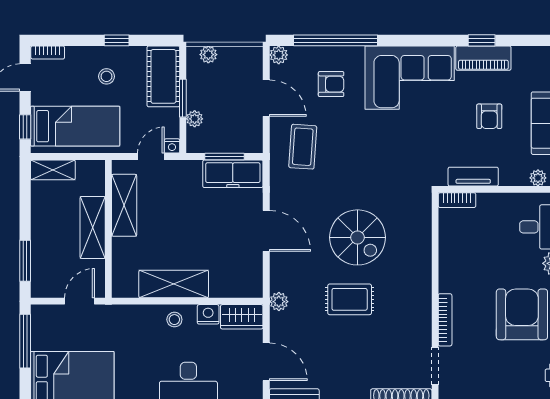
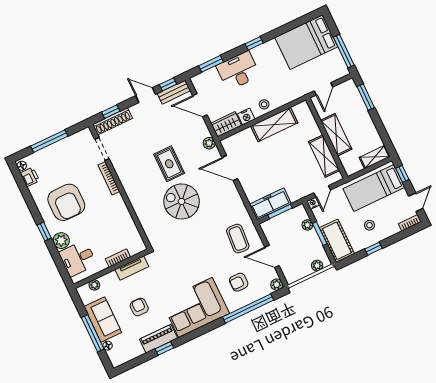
bookcase: (457, 200) -> (118, 258), moved
door: (266, 231) -> (230, 168), moved
rug: (350, 299) -> (169, 164), turned 90

